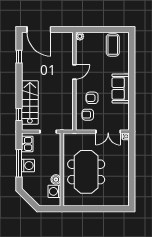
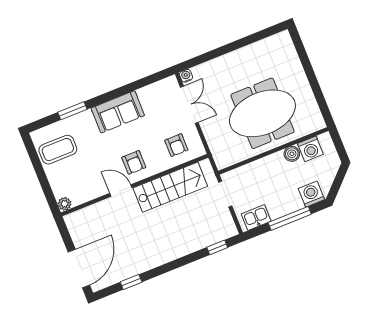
window: (132, 62) -> (72, 111), added
armchair: (92, 98) -> (134, 162), moved
stairs: (30, 103) -> (170, 187), moved, turned 180
washing machine: (28, 166) -> (311, 194), moved

